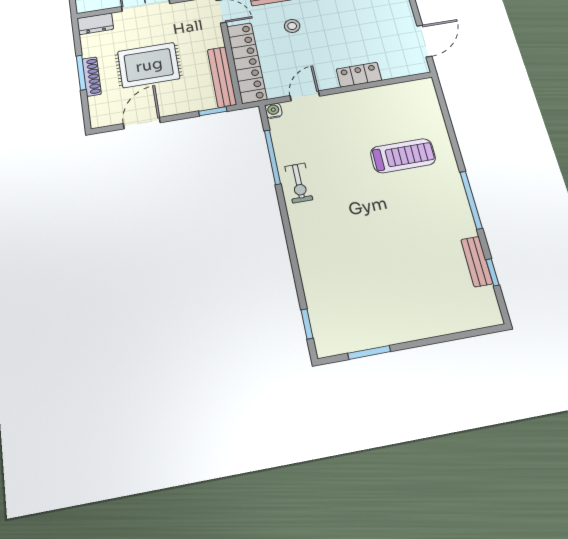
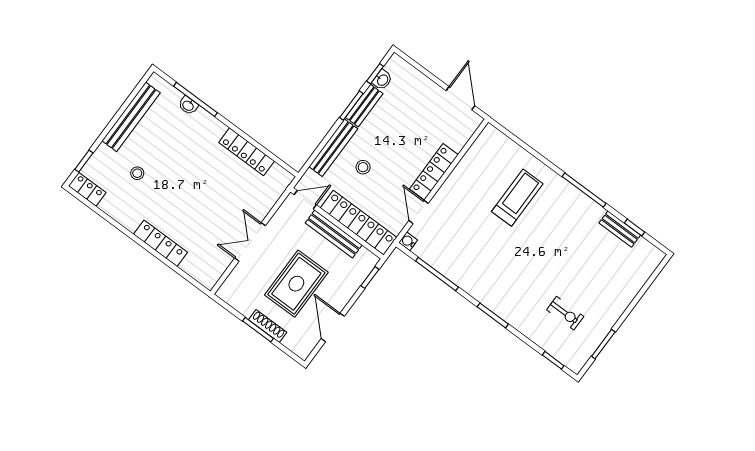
dresser: (95, 24) -> (231, 287), removed
locker: (359, 75) -> (434, 172), width x1.53
bench: (222, 77) -> (334, 234), moved
exercise bike: (299, 183) -> (565, 313), moved
window: (288, 234) -> (493, 315), added

